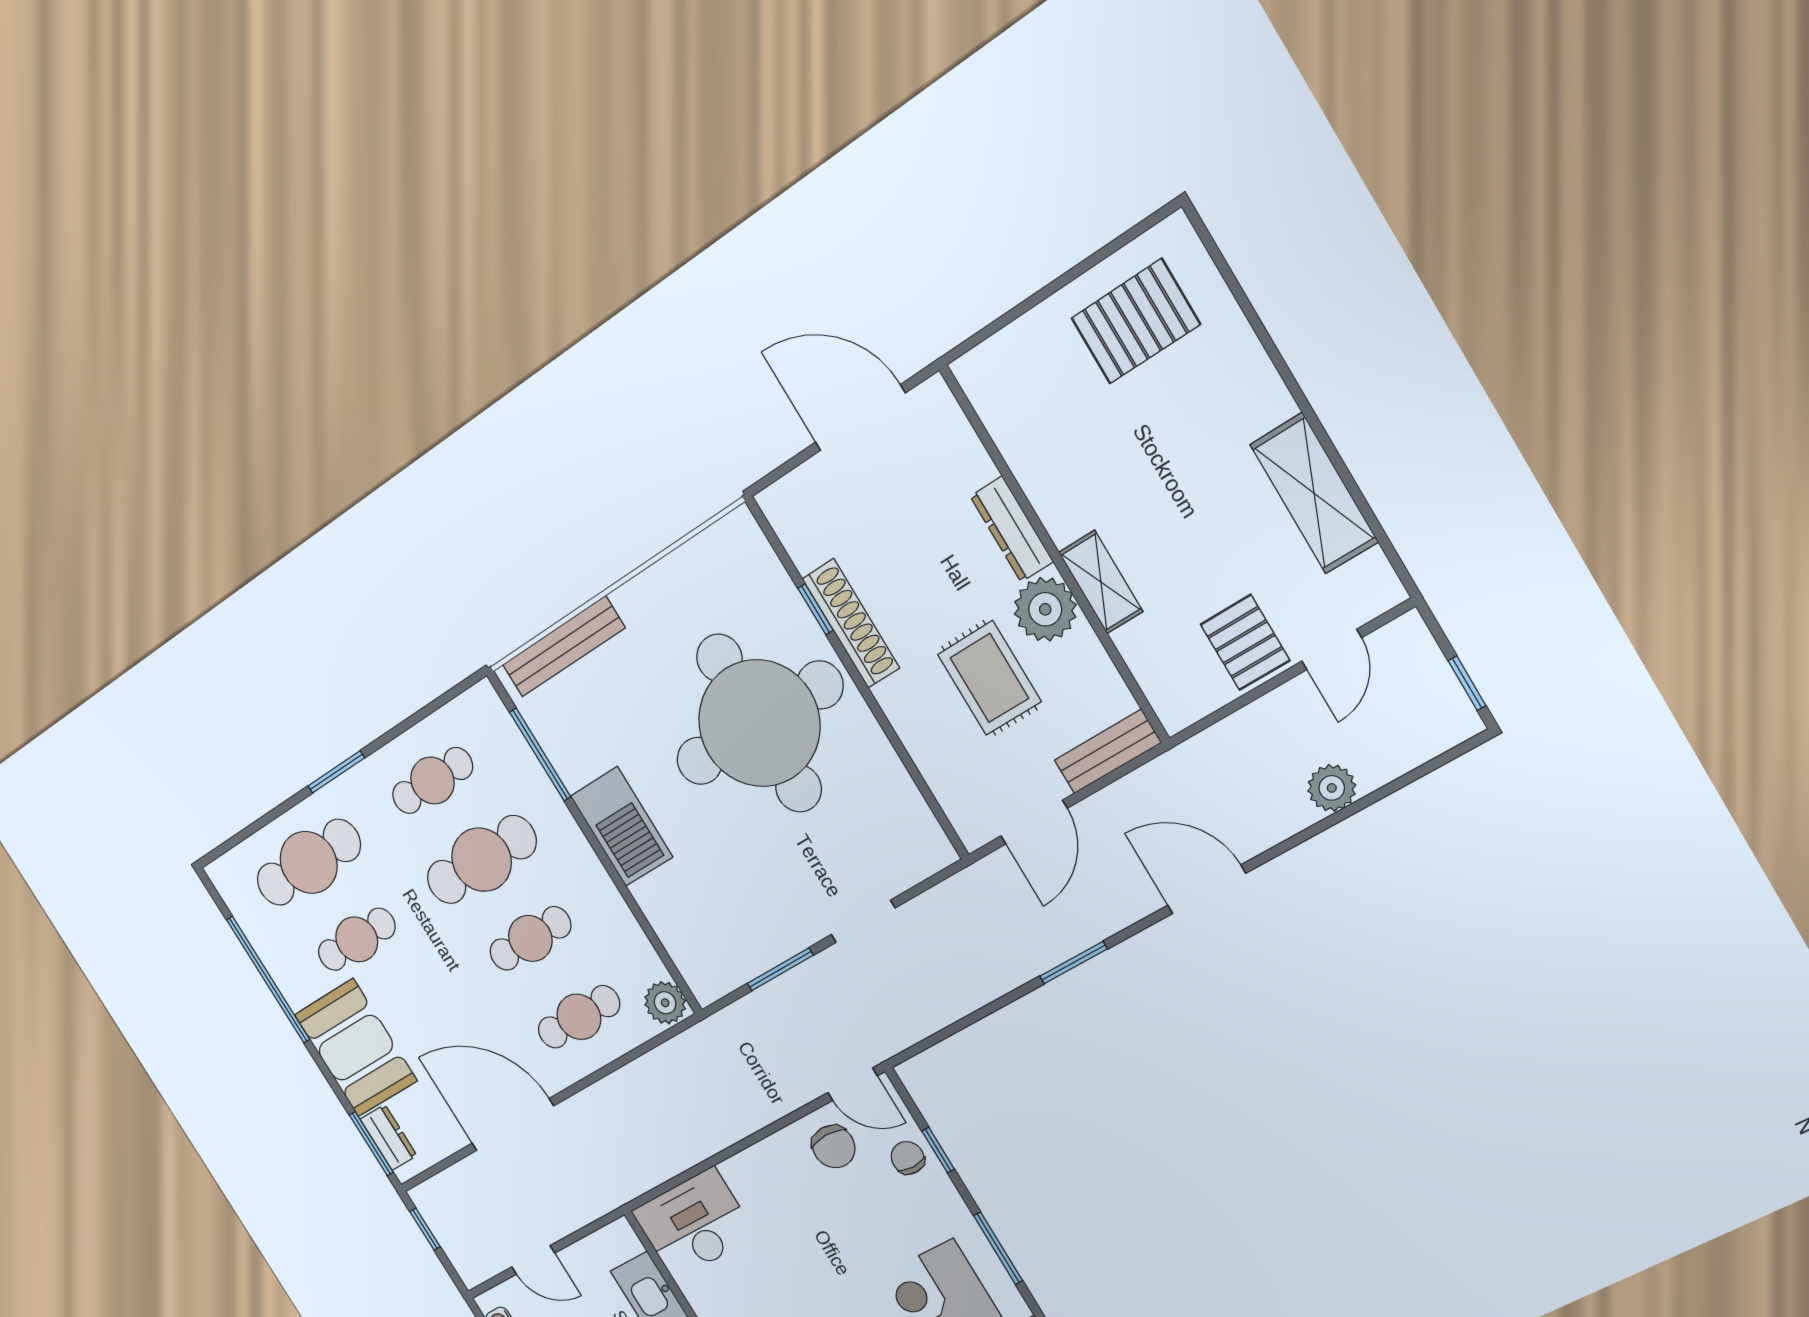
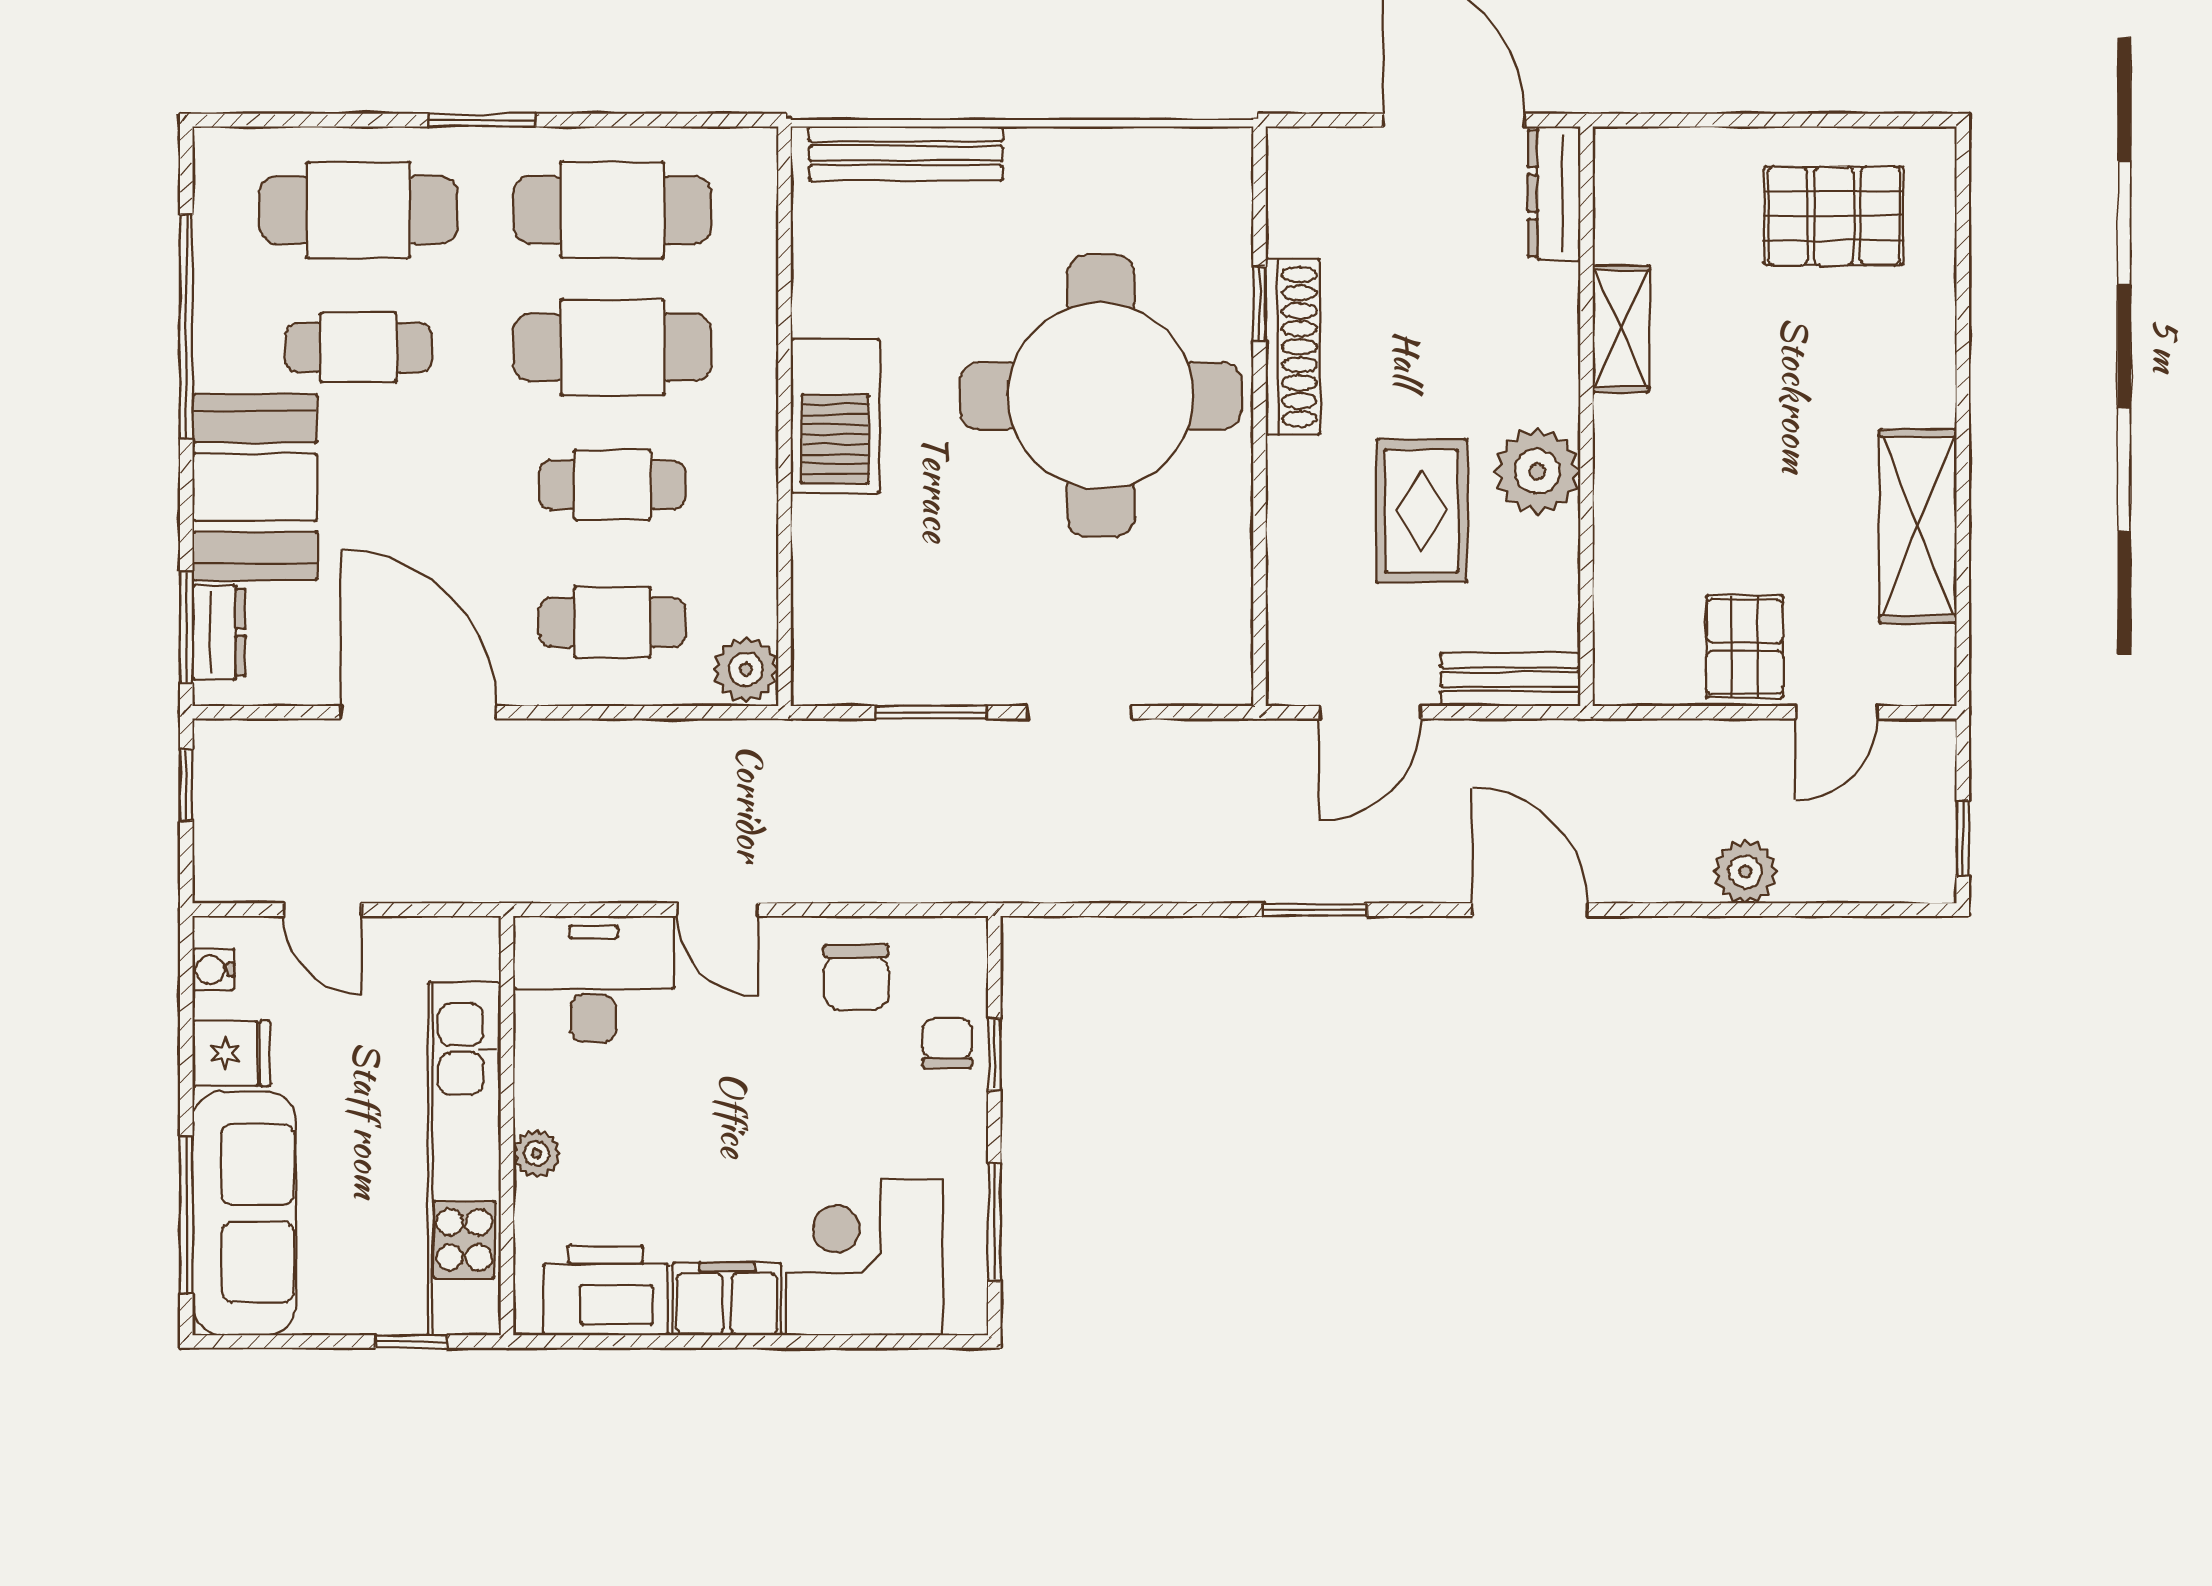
dresser: (1012, 529) -> (1554, 193), moved
shelving: (1101, 582) -> (1621, 329), moved
window: (540, 754) -> (785, 264), removed
cafe table: (432, 781) -> (612, 210), width x1.37, depth x1.35
door: (853, 1084) -> (718, 910), moved

